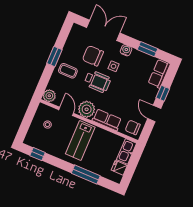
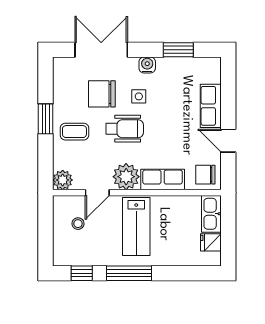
row of seats: (159, 74) -> (211, 106), moved
window: (163, 93) -> (228, 105), removed
door: (66, 111) -> (97, 193), swing flipped
window: (86, 175) -> (129, 273), moved

